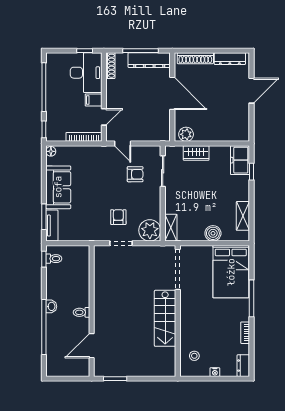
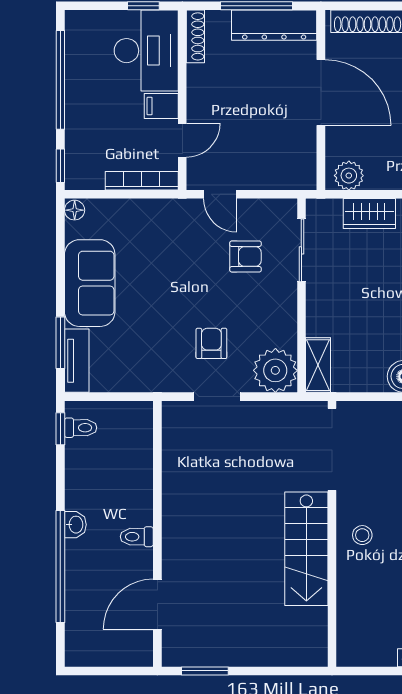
stool: (194, 356) -> (362, 535), moved

